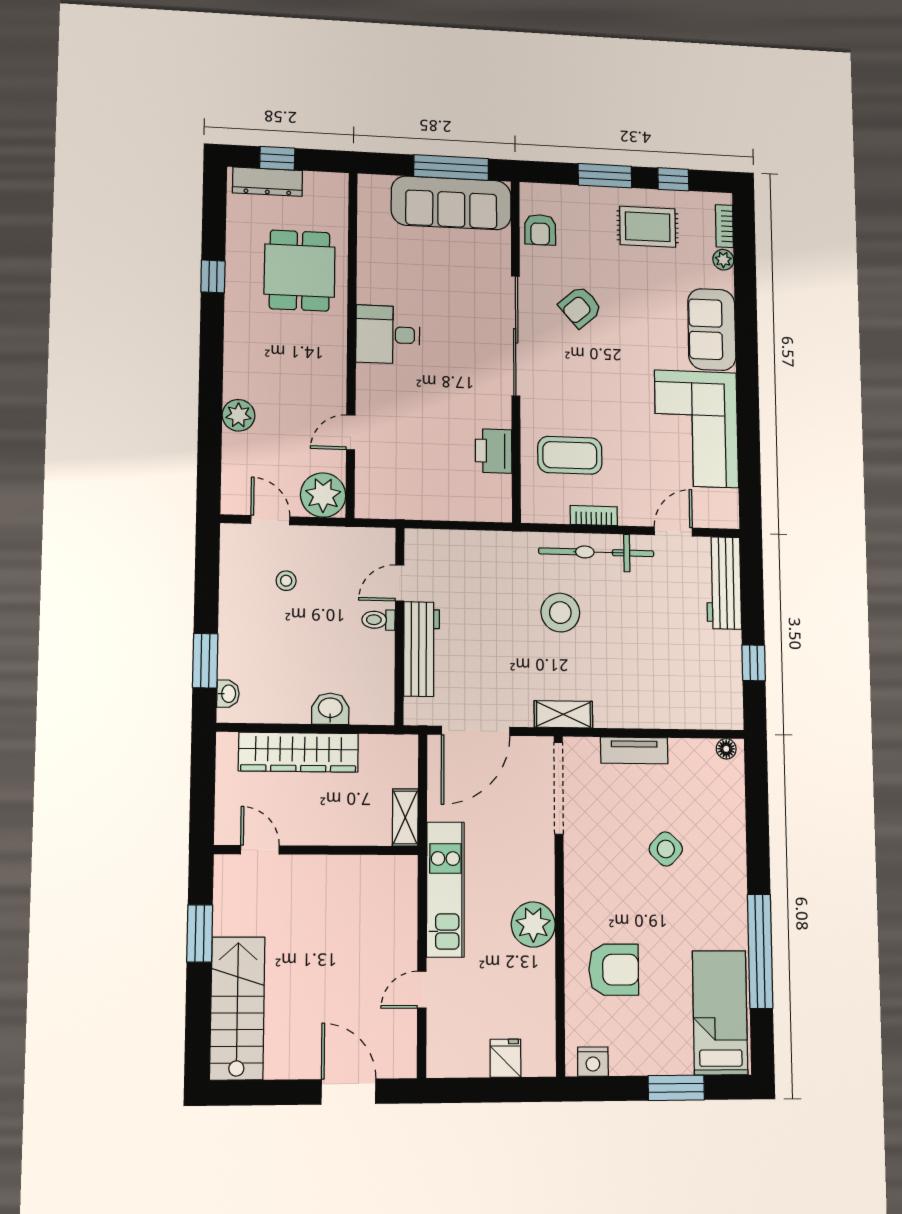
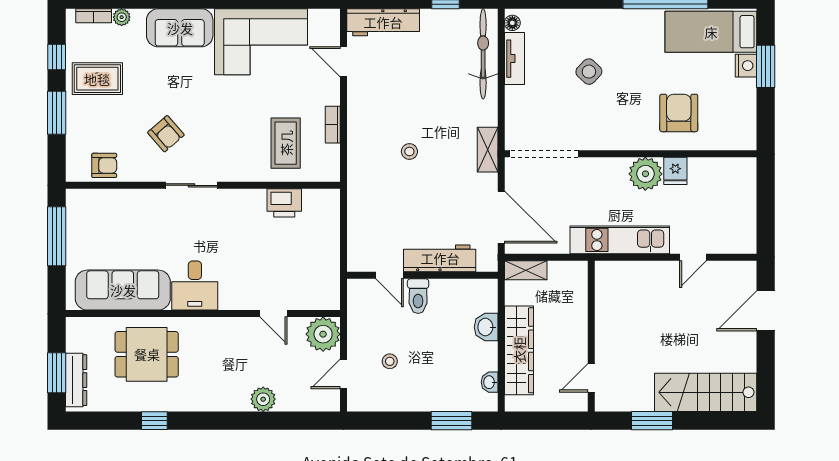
window: (277, 158) -> (57, 373), width x1.50
sofa: (451, 203) -> (123, 290), moved, turned -90
rug: (648, 227) -> (97, 79), turned 90
sliding door: (516, 336) -> (192, 185), width x0.54
bicycle: (596, 552) -> (483, 54), moved, turned 180
stool: (560, 613) -> (409, 152), width x0.53, depth x0.53
toilet: (378, 620) -> (418, 296), width x1.37, depth x1.39
washbasin: (228, 694) -> (490, 382), moved, turned -90
tv unit: (634, 750) -> (514, 59), moved
shelving: (405, 817) -> (526, 270), moved
door: (422, 990) -> (693, 257), hinge flipped
fridge: (505, 1058) -> (675, 171), moved, turned -90
nightstand: (593, 1062) -> (746, 66), moved

